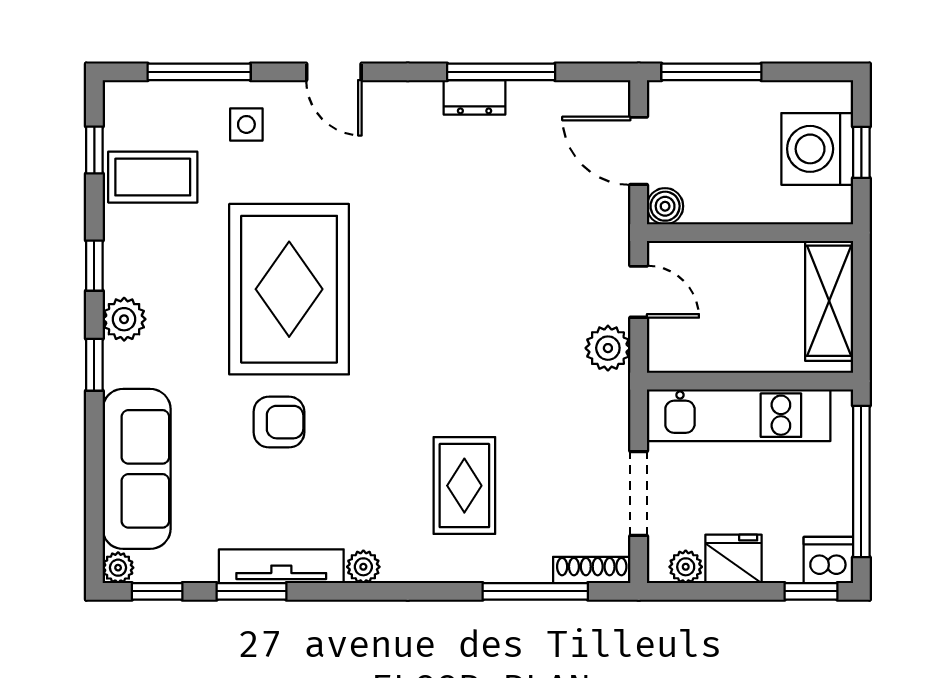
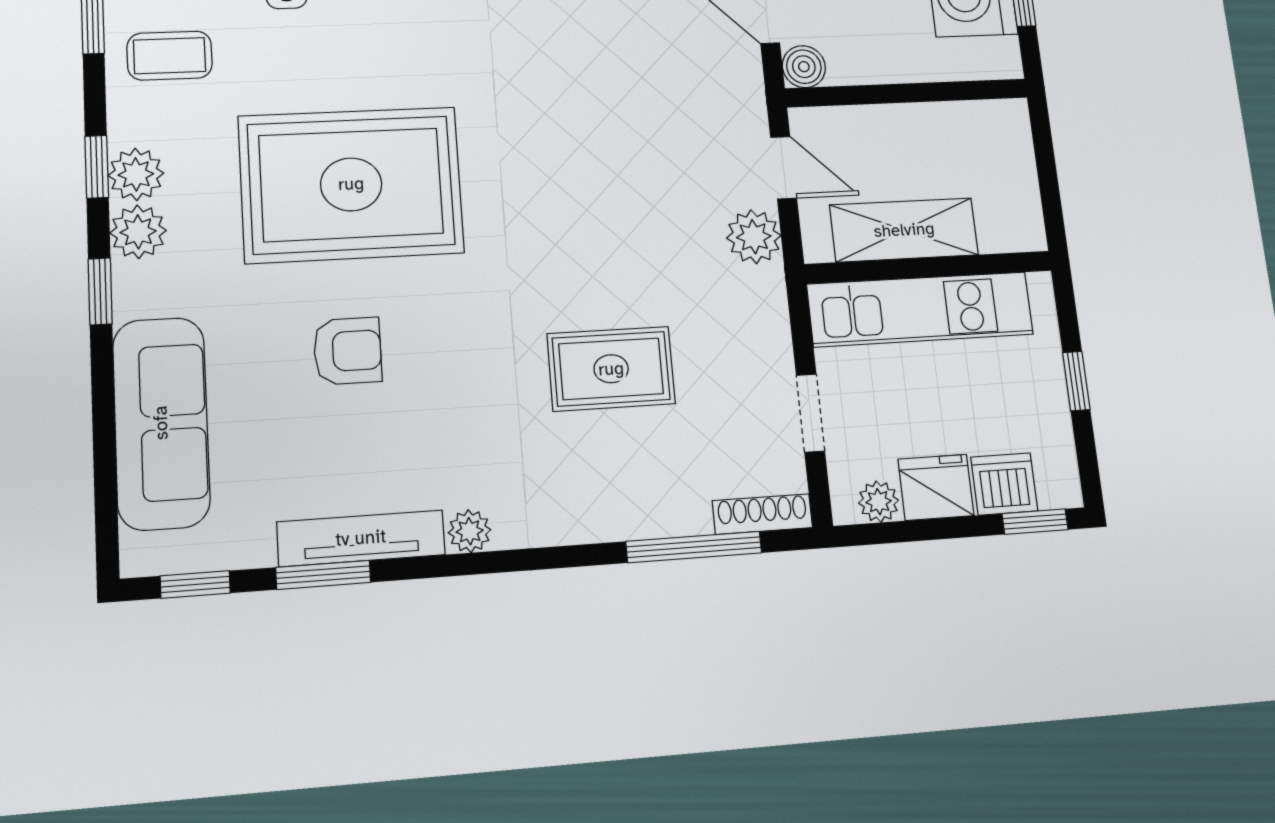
coffee table: (153, 177) -> (170, 56), width x0.73, depth x0.77
rug: (289, 289) -> (351, 184), turned 90
shelving: (829, 301) -> (904, 230), moved, turned 90
window: (861, 482) -> (1076, 381), width x0.32
rug: (464, 486) -> (611, 369), moved, turned 90
doorway: (639, 494) -> (810, 413), width x0.73
dishwasher: (828, 560) -> (1004, 484), moved
plant: (118, 568) -> (136, 174), moved, width x1.38, depth x1.38

